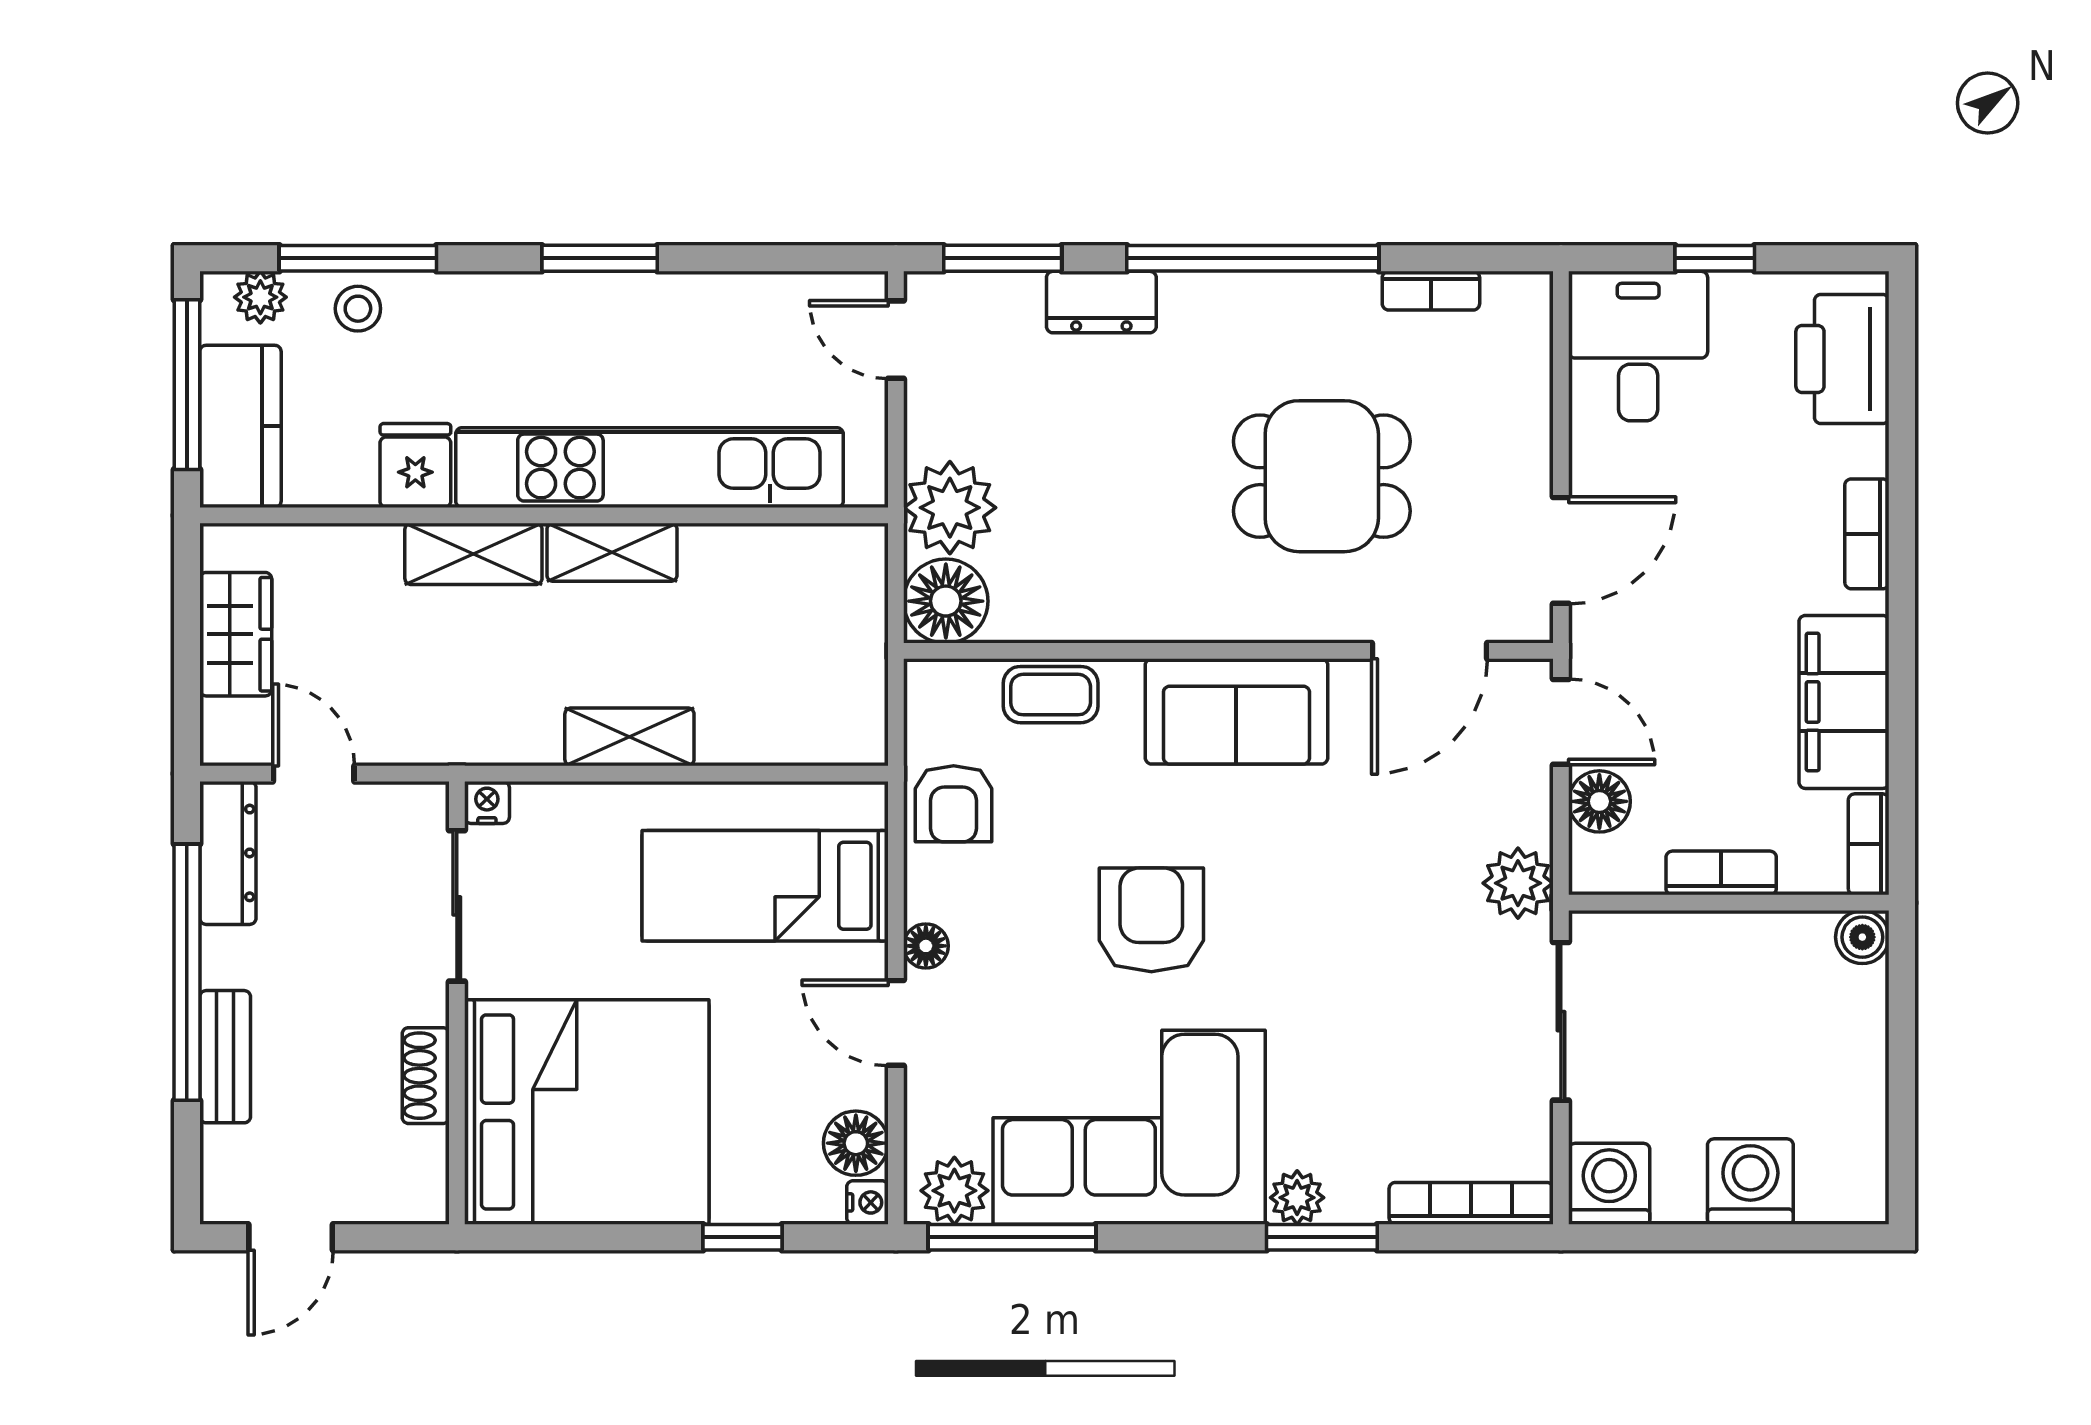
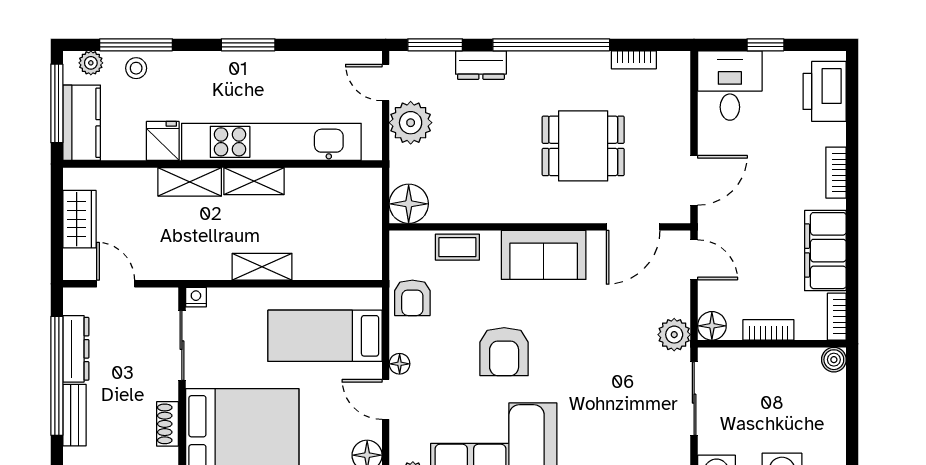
plant: (950, 508) -> (411, 123), moved
floor lamp: (1599, 801) -> (712, 326), moved
dresser: (228, 853) -> (76, 349), moved
armchair: (1151, 920) -> (504, 352), turned 180

